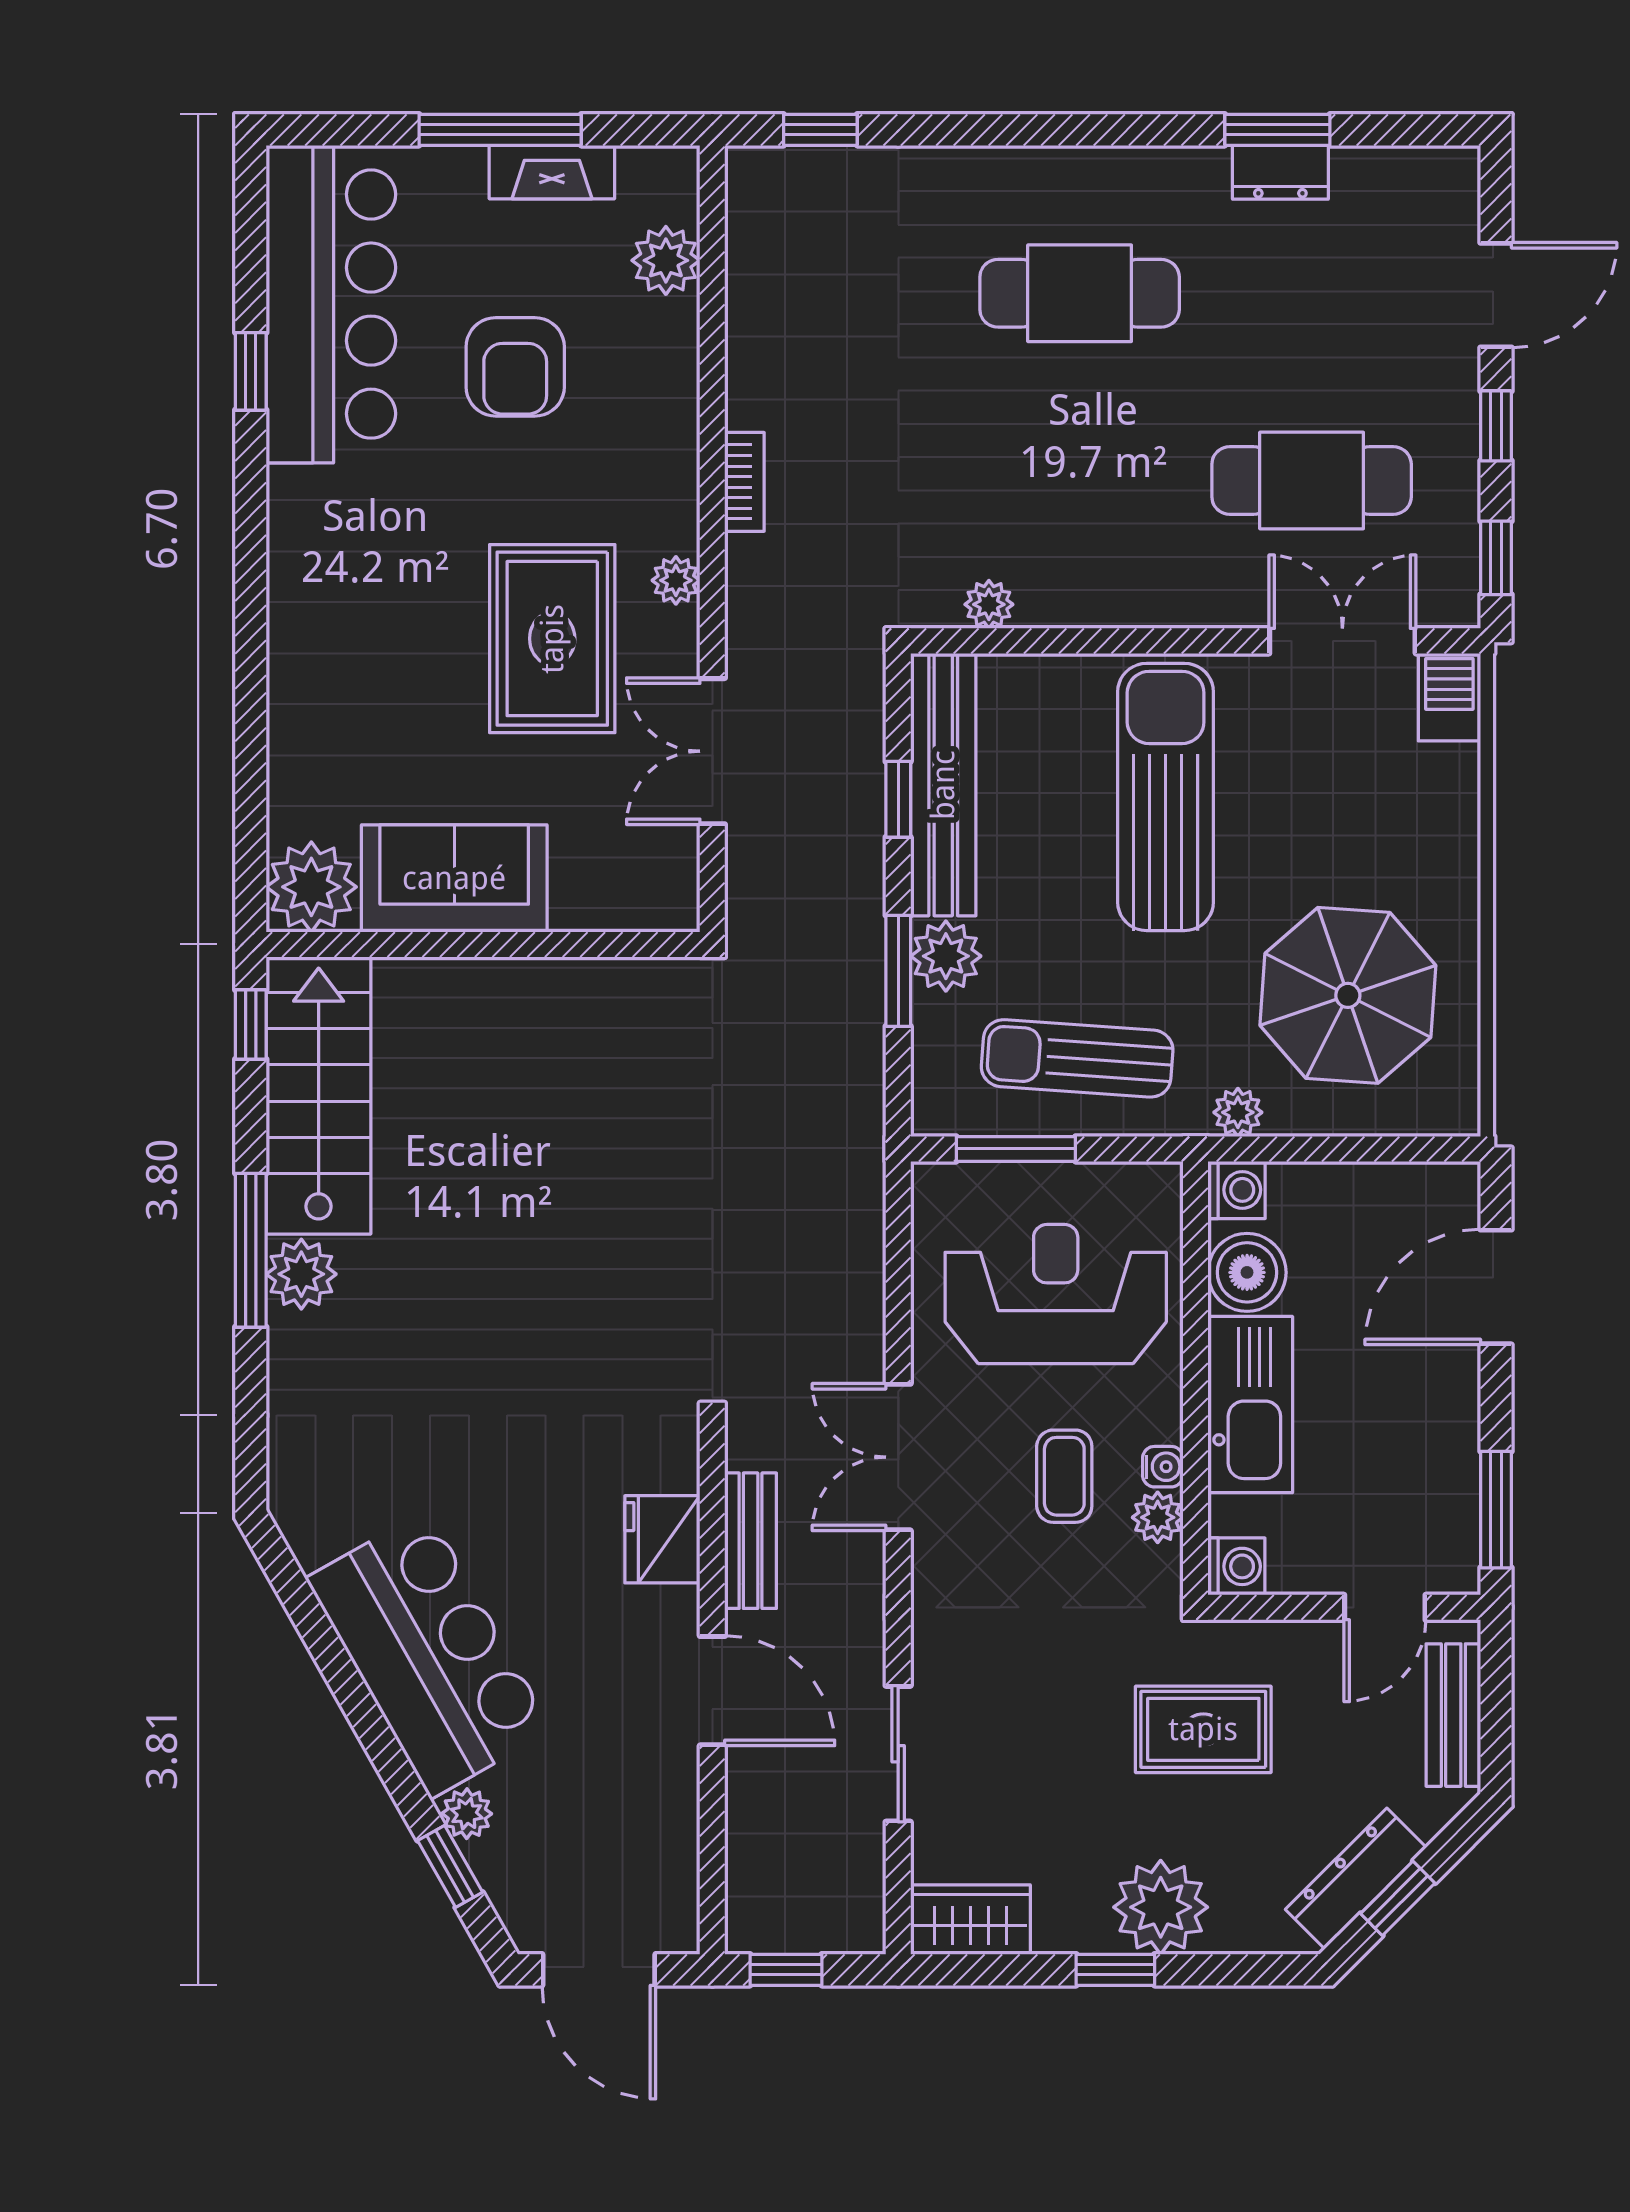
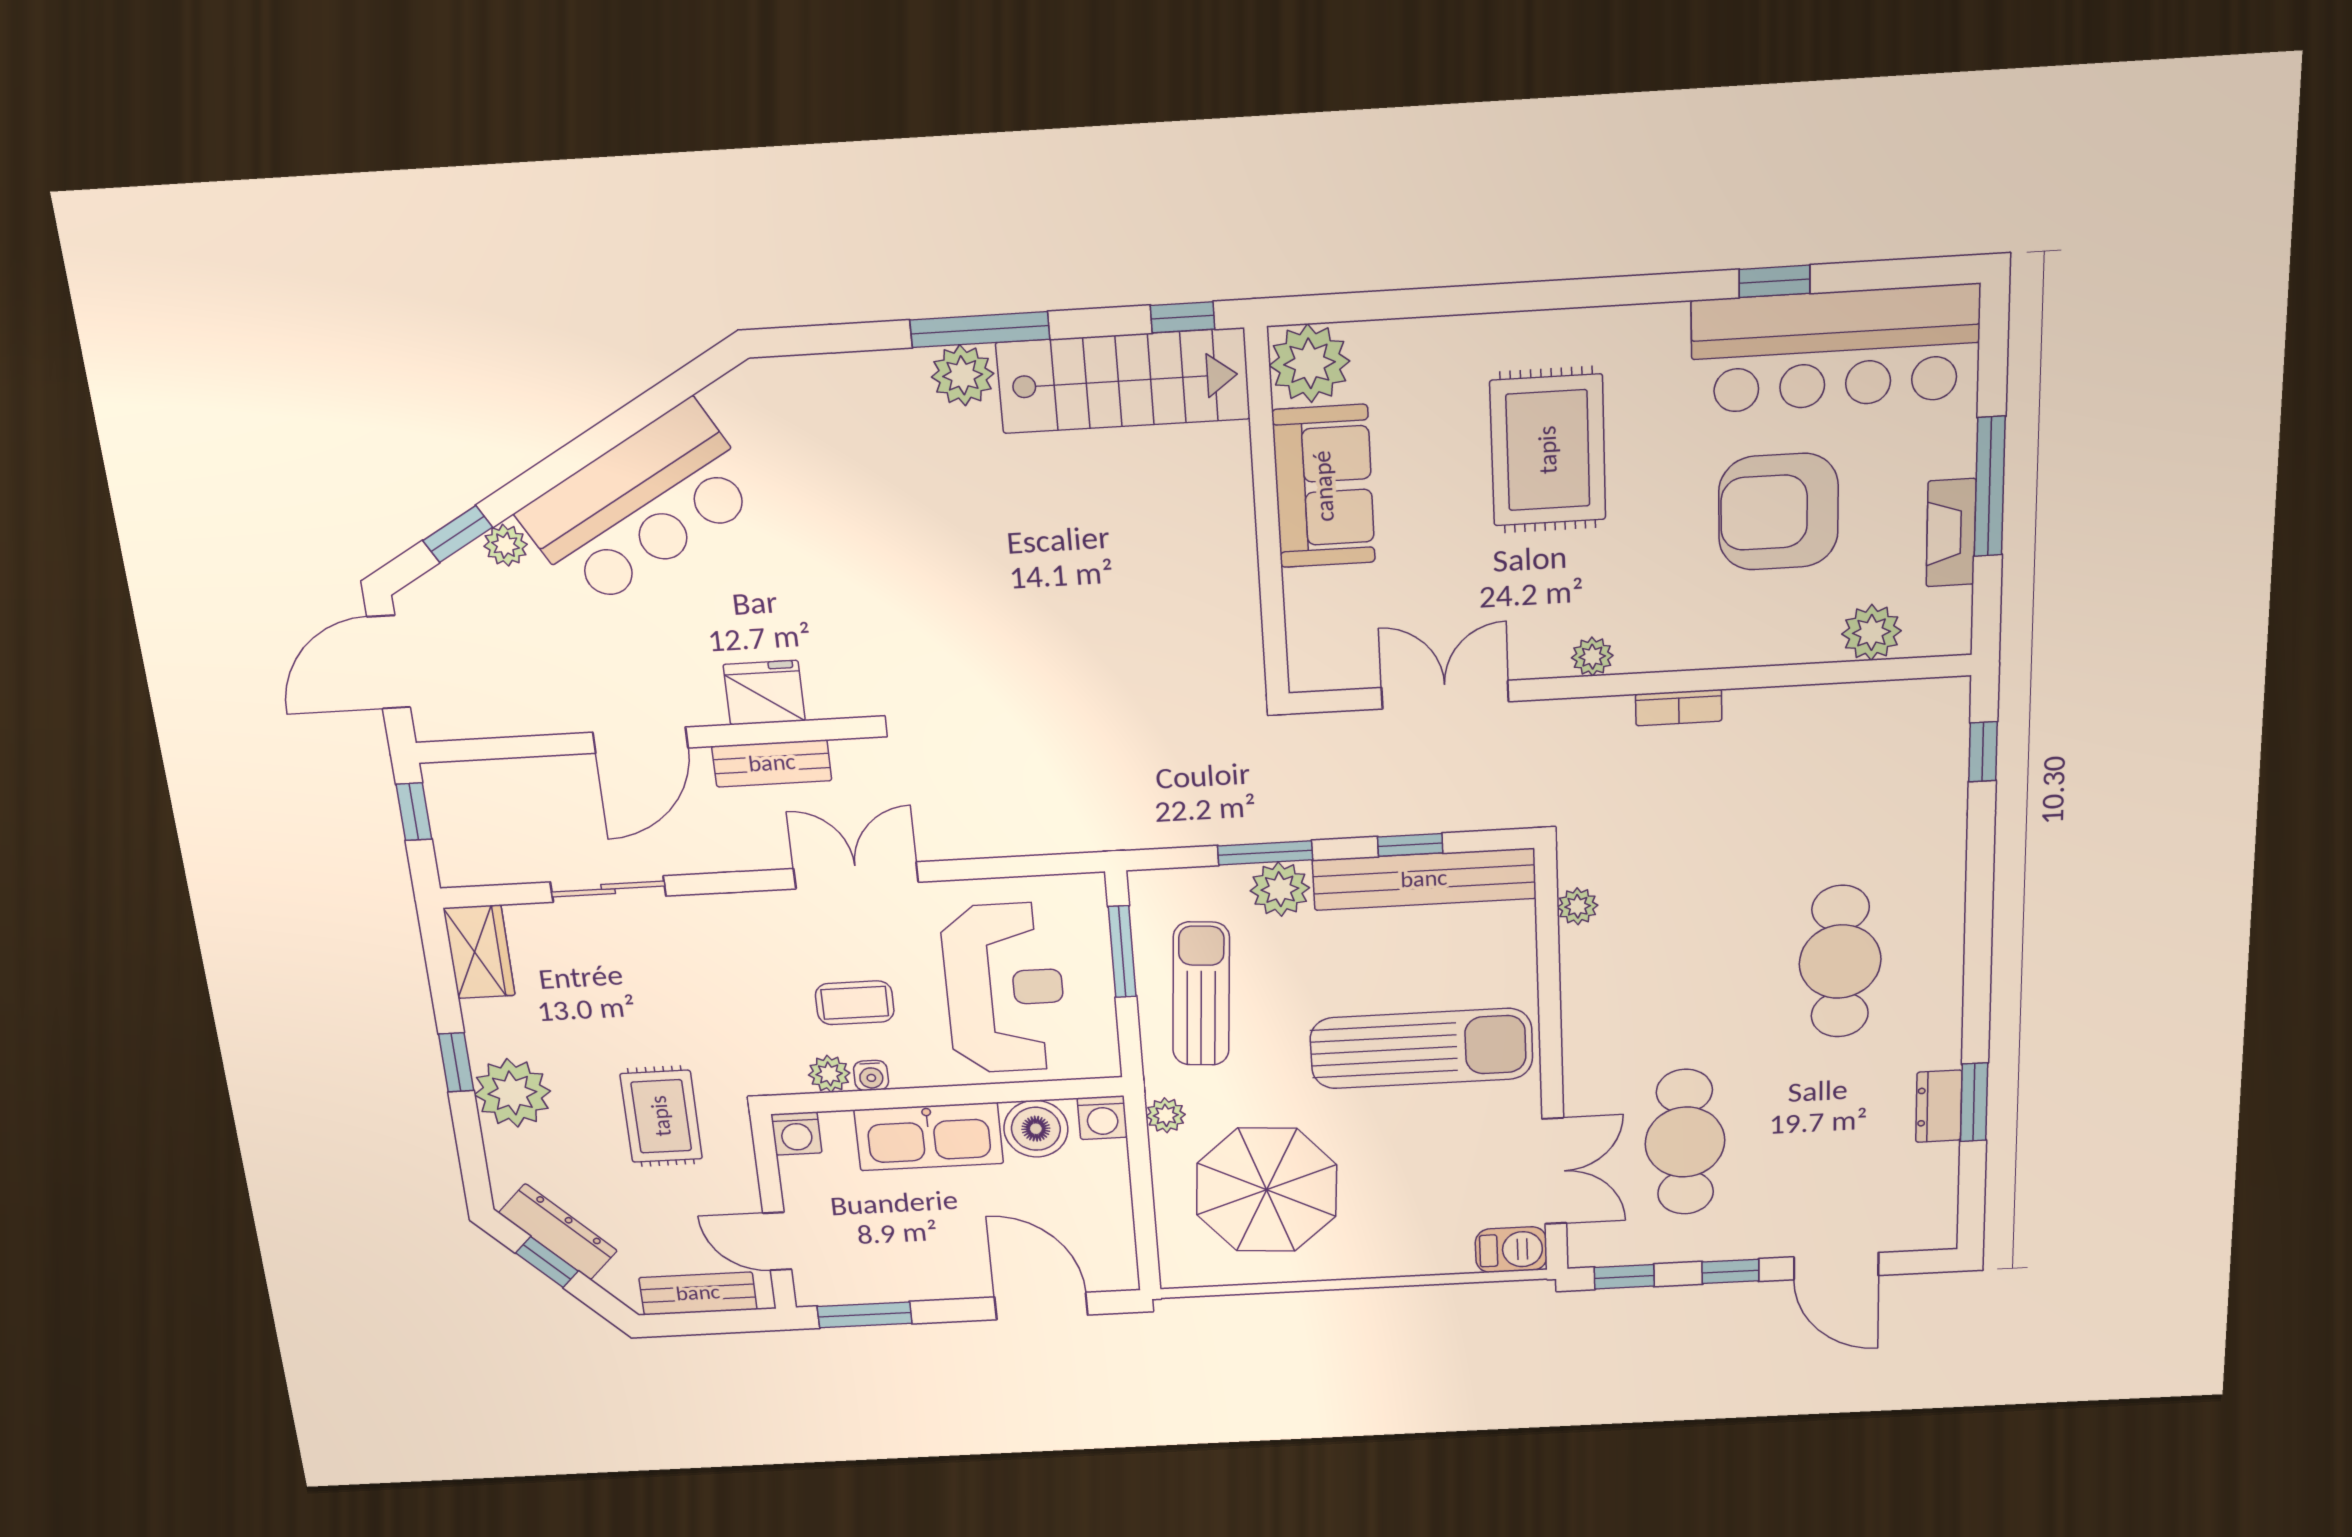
armchair: (515, 367) -> (1778, 512), width x1.36, depth x1.36
rug: (552, 639) -> (1548, 450), moved, turned 90

